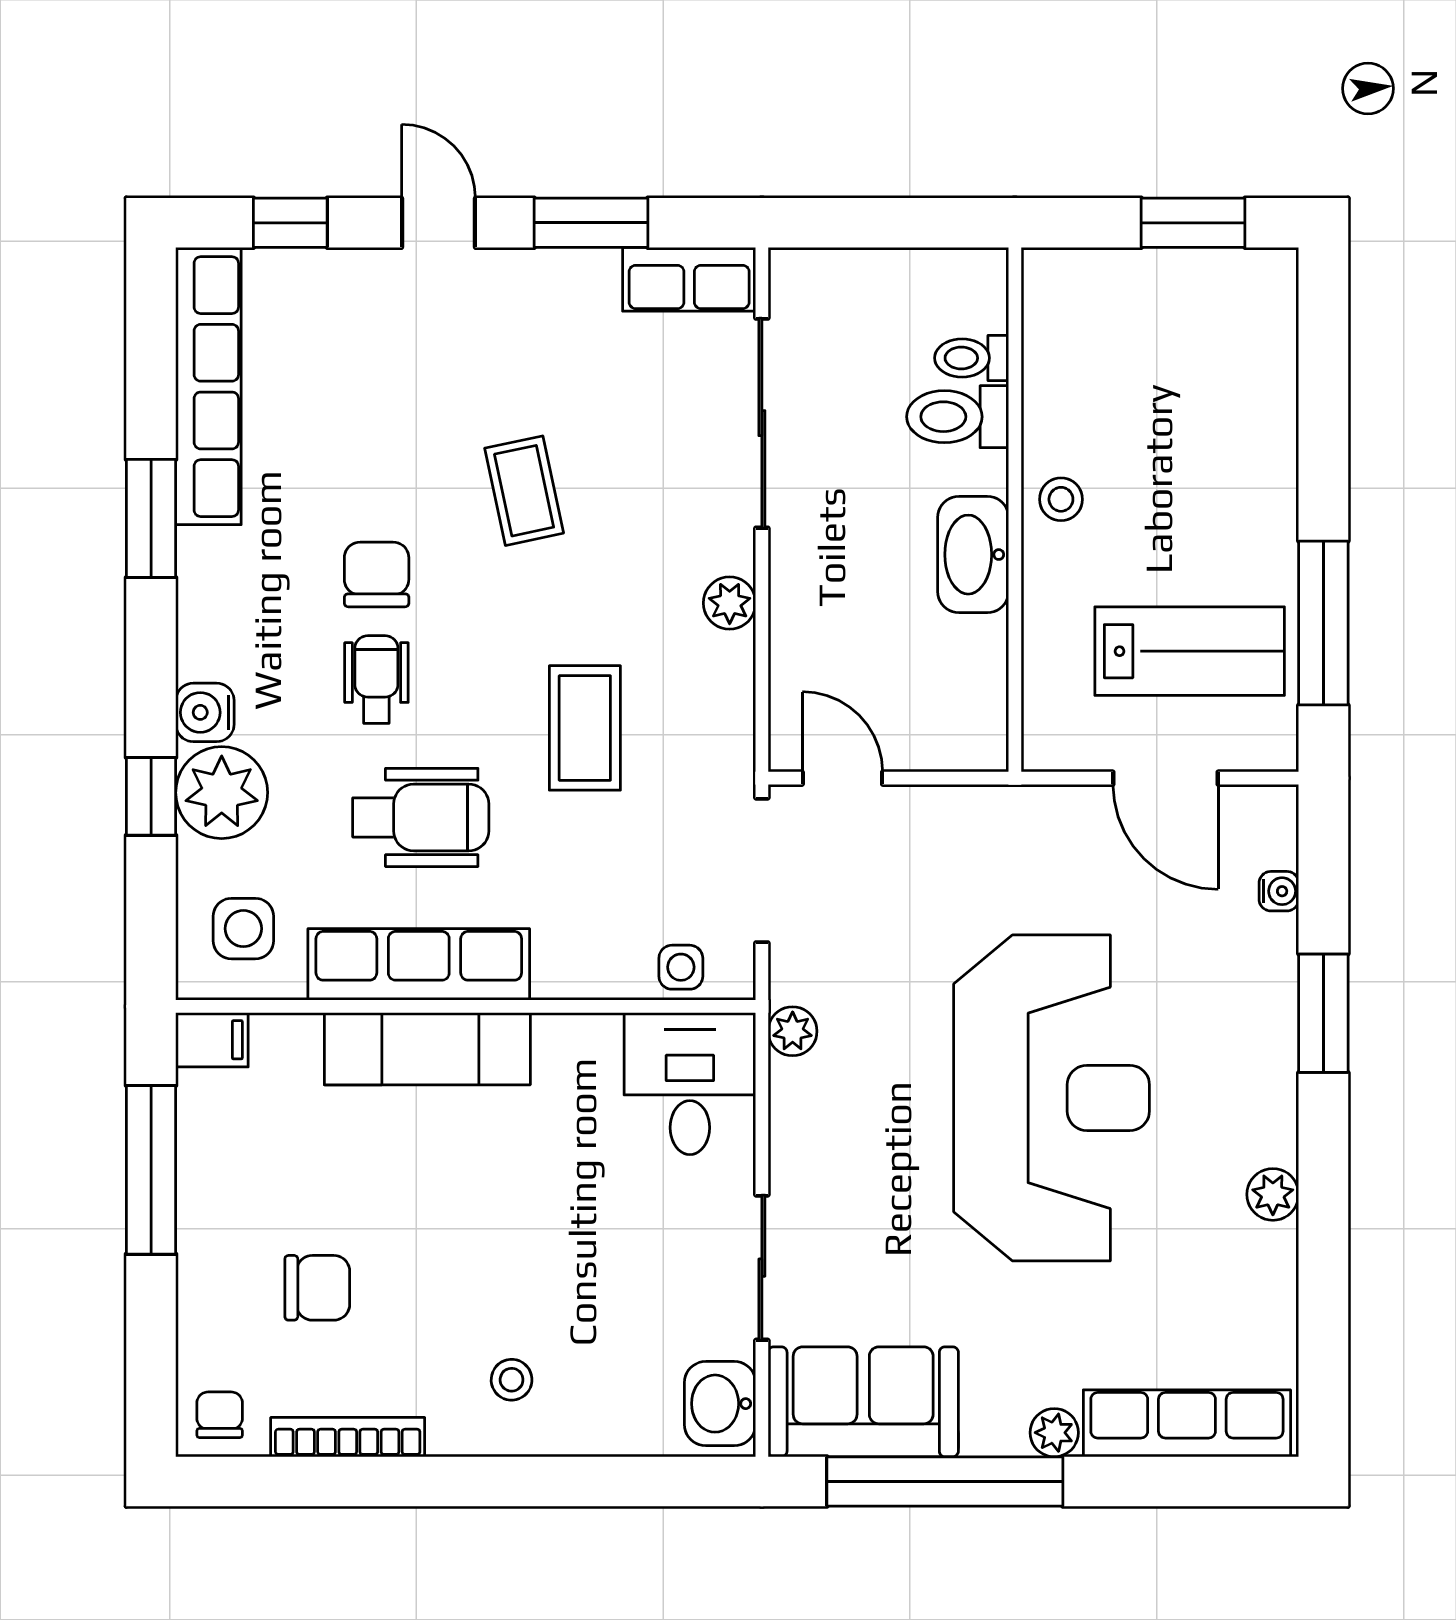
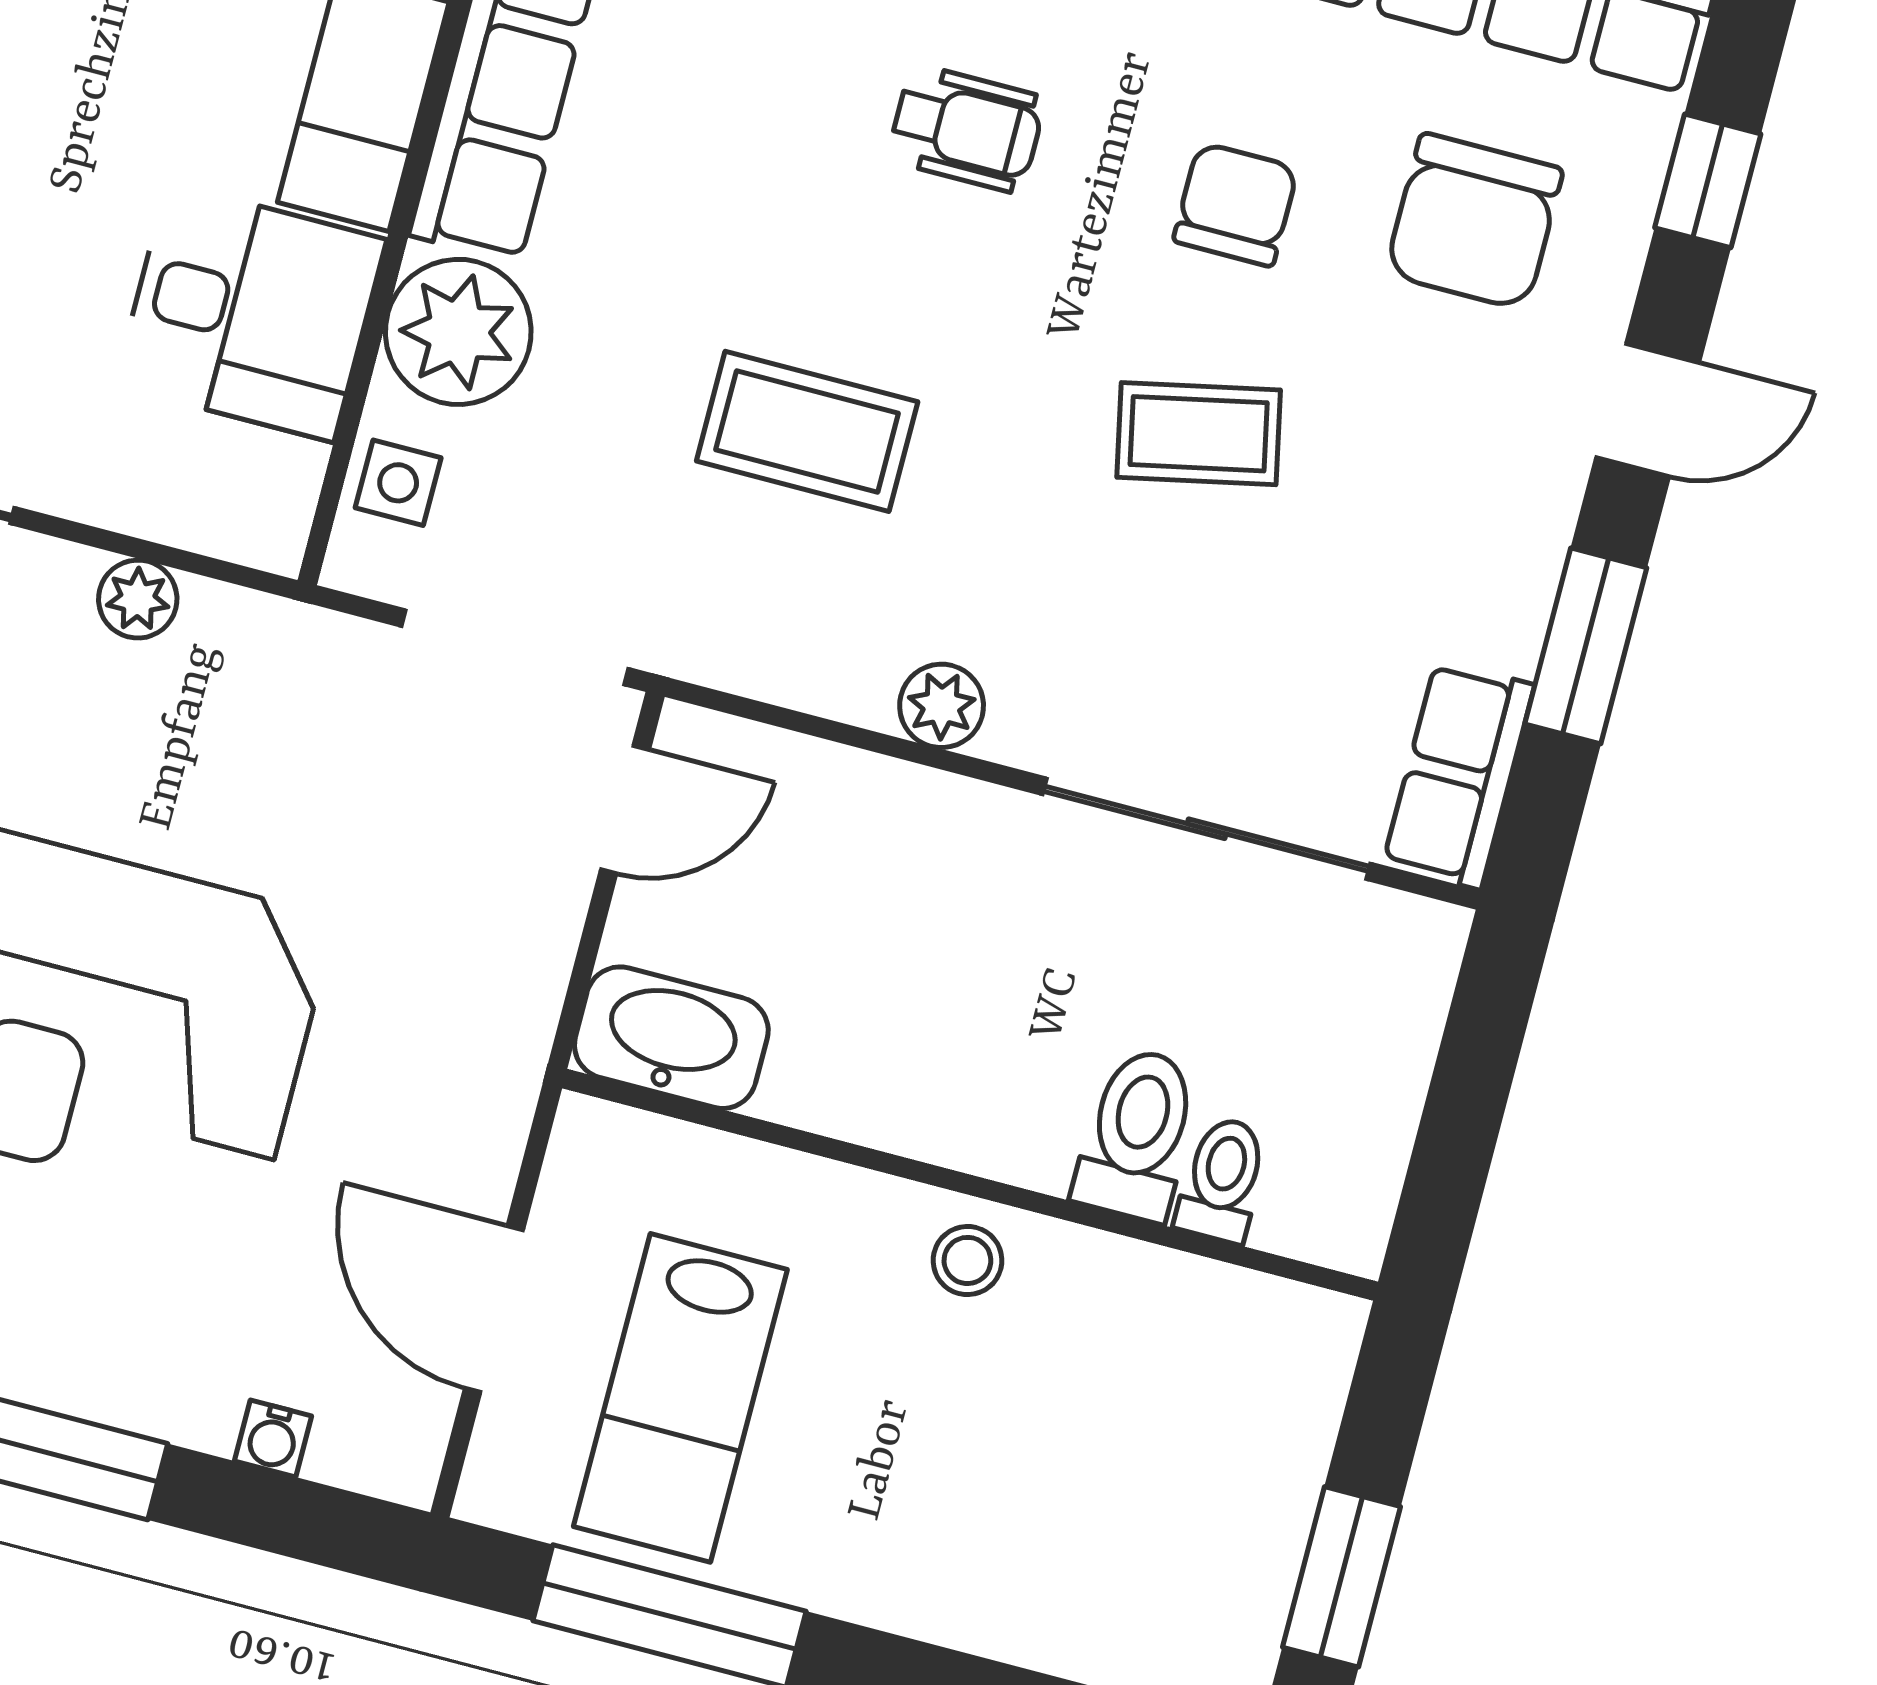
chair: (352, 358) -> (1474, 221), added
washbasin: (973, 555) -> (671, 1038), moved
chair: (377, 574) -> (1236, 205), moved, turned -90
door: (1166, 778) -> (494, 1309), hinge flipped
wheelchair: (421, 817) -> (735, 141), removed
plant: (580, 955) -> (458, 332), added
plant: (793, 1031) -> (138, 599), moved
desk: (690, 1084) -> (250, 312), moved

